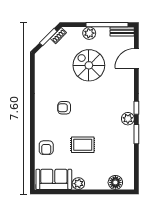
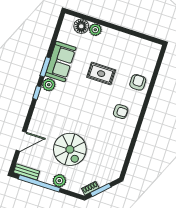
armchair: (64, 108) -> (121, 112), moved
sofa: (54, 179) -> (60, 62), moved, turned -90
plant: (78, 184) -> (95, 30), moved

